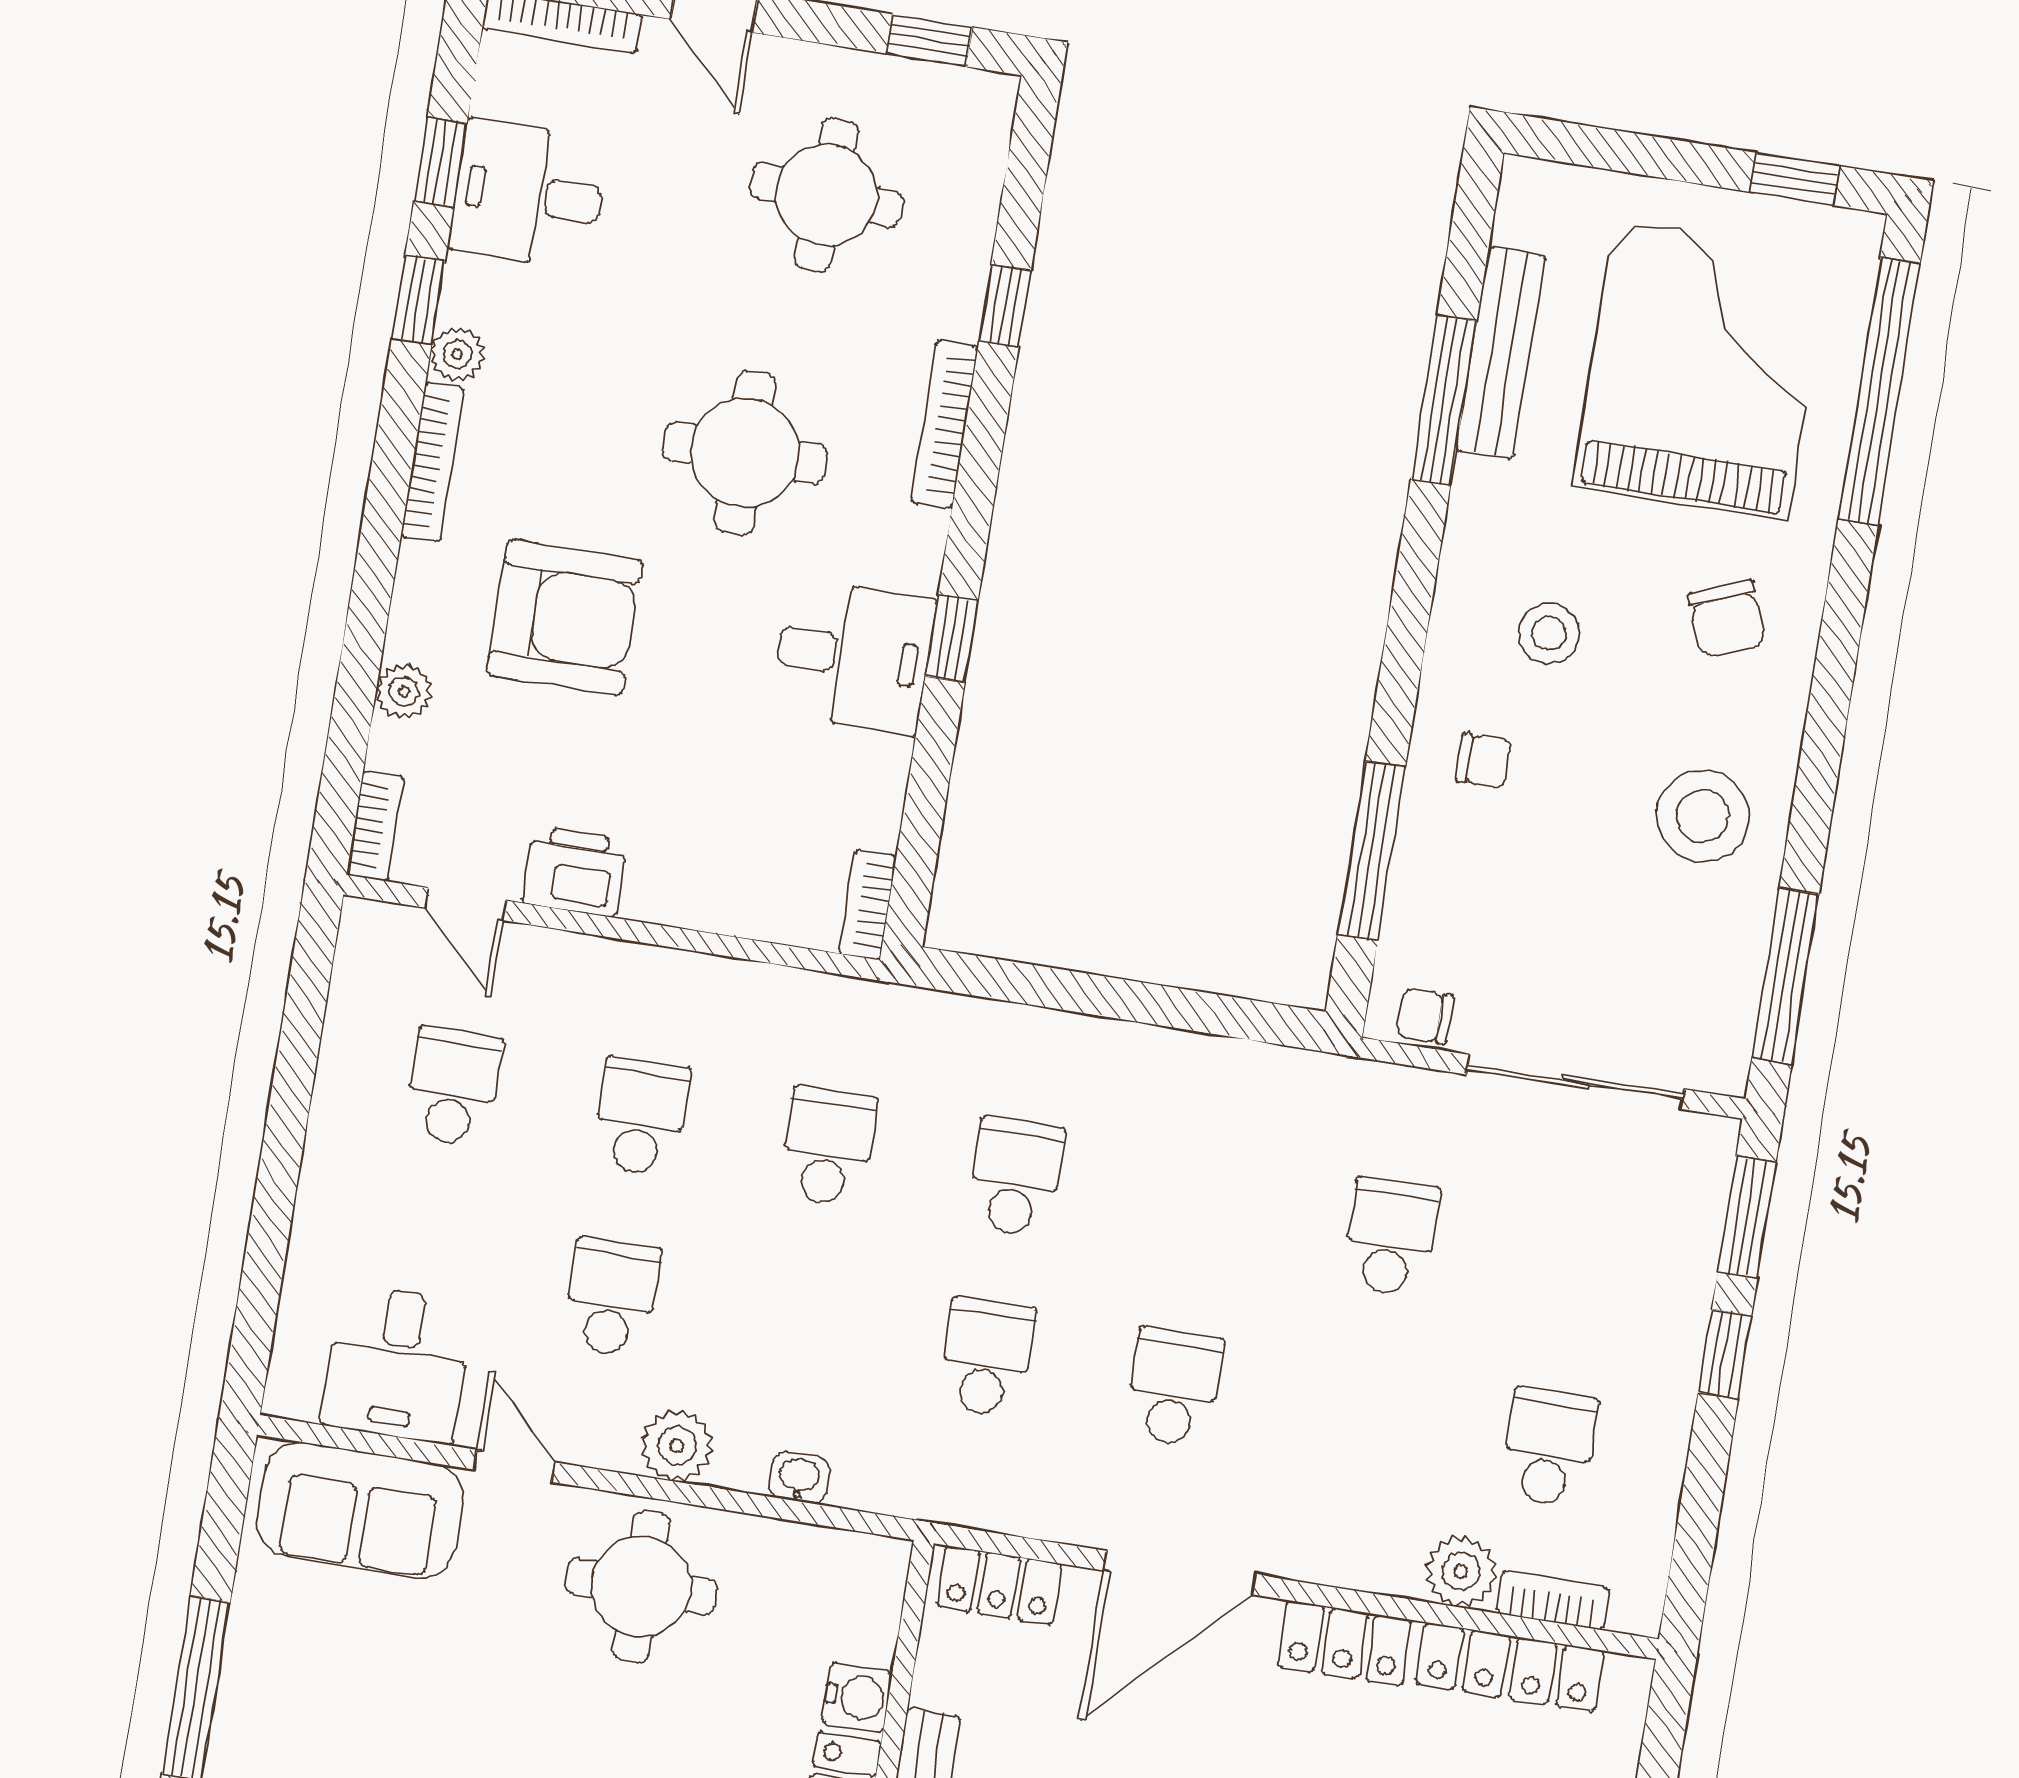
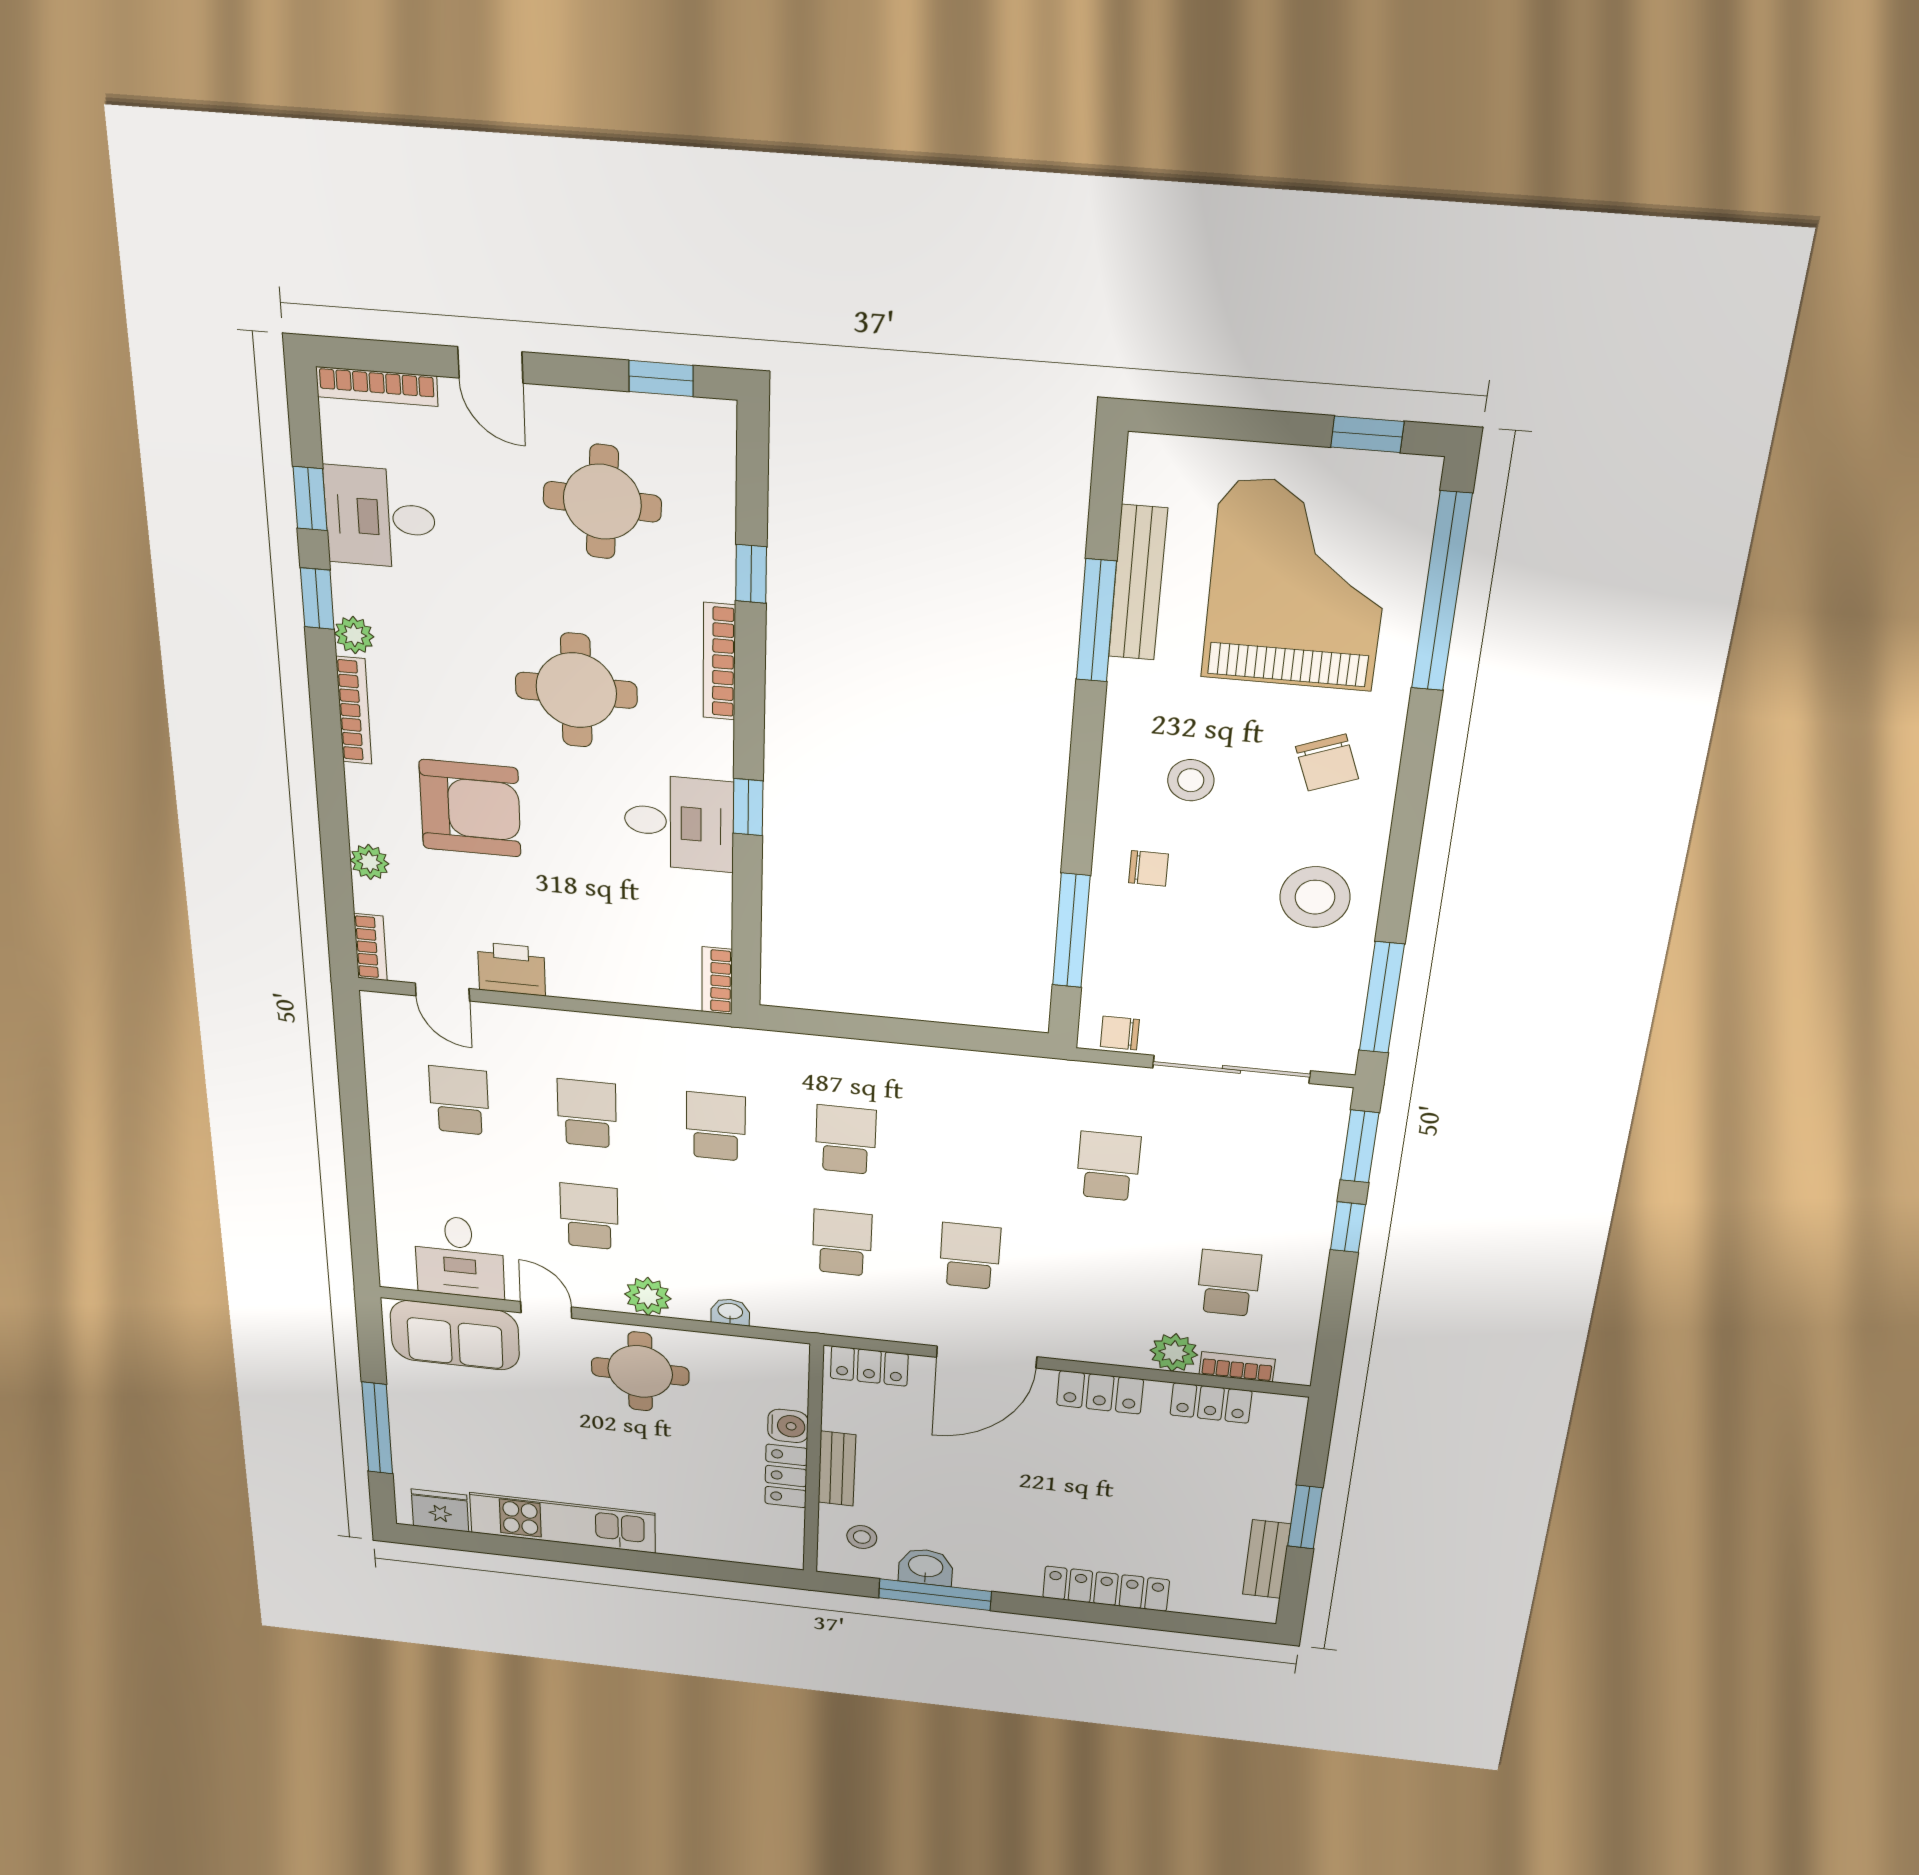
locker: (1510, 1667) -> (1211, 1403), width x0.66

